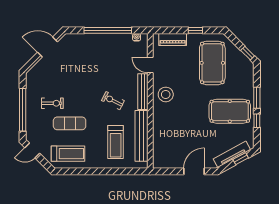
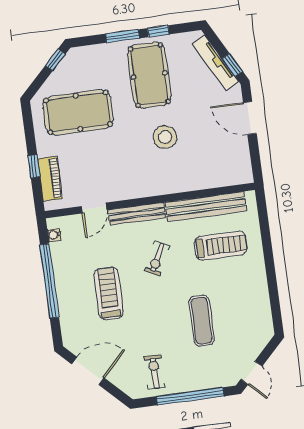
window: (195, 30) -> (34, 166), moved
door: (48, 47) -> (88, 371), swing flipped
stool: (166, 94) -> (165, 137), moved
exercise bike: (52, 103) -> (155, 372), moved
treadmill: (68, 154) -> (109, 293), moved
window: (241, 159) -> (232, 65), moved

